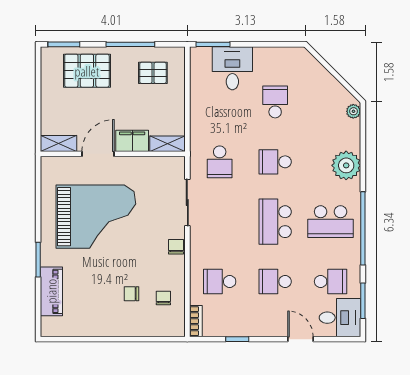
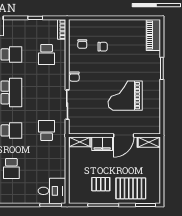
desk: (232, 68) -> (52, 191), moved, turned -90
pallet: (153, 73) -> (101, 184), moved
grand piano: (96, 217) -> (125, 96), width x0.73, depth x0.68
school desk: (220, 282) -> (47, 54), turned 90
piano: (51, 291) -> (153, 35), moved

